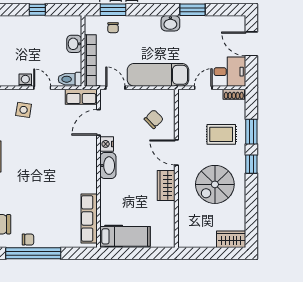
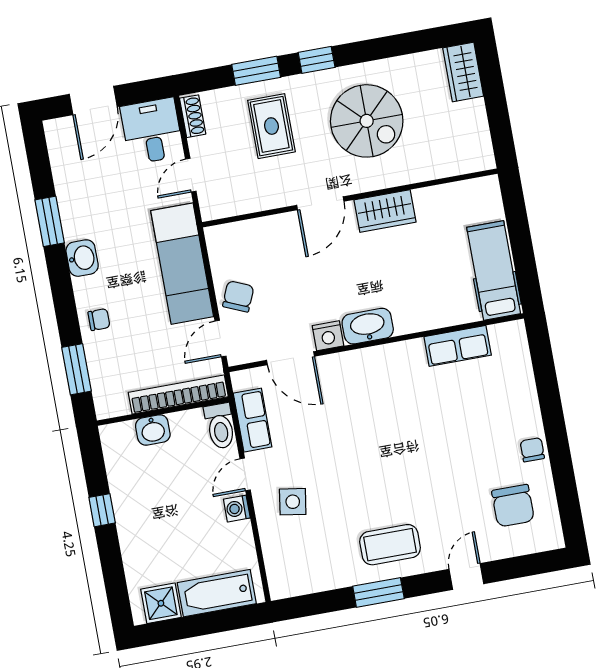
chair: (113, 28) -> (99, 320), moved
door: (203, 88) -> (191, 175), hinge flipped
row of seats: (81, 97) -> (253, 420), moved
chair: (154, 119) -> (238, 296), moved, turned 68
row of seats: (89, 218) -> (458, 346), width x0.68
window: (33, 253) -> (556, 435), removed

